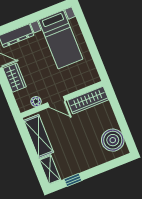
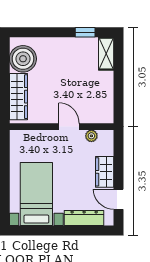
wardrobe: (88, 100) -> (19, 97), moved, turned 90
shelving: (39, 136) -> (104, 96), removed

